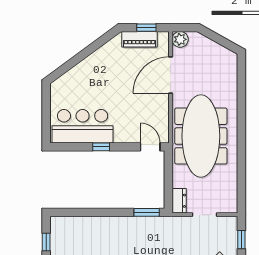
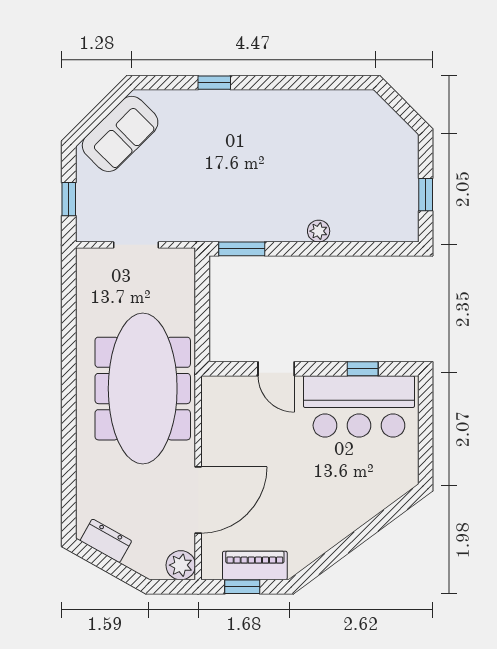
window: (101, 147) -> (363, 369), moved
door: (150, 147) -> (276, 369), moved
dresser: (179, 201) -> (106, 541), moved, turned 119
plant: (105, 222) -> (319, 231), added

